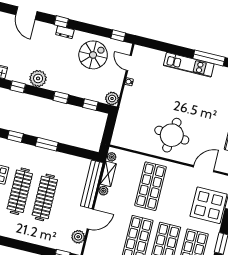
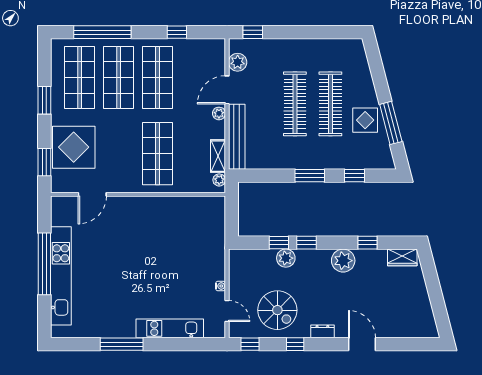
door: (26, 13) -> (362, 344), moved
window: (61, 22) -> (295, 344), moved
spiral stairs: (93, 55) -> (277, 310), turned -90
kitchen unit: (189, 65) -> (170, 328), moved
plant: (112, 98) -> (286, 258), moved
window: (90, 105) -> (279, 243), moved
round table: (172, 135) -> (146, 229), removed
plant: (103, 191) -> (219, 113), moved

